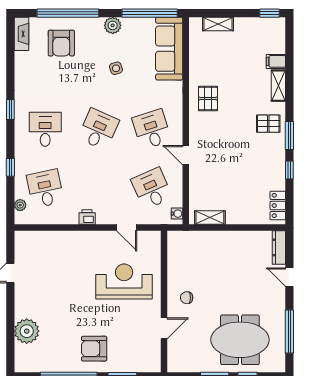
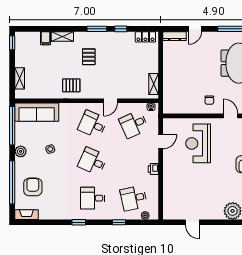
armchair: (61, 43) -> (33, 187), turned -90
pallet: (268, 124) -> (89, 57), moved
desk: (152, 129) -> (93, 124), turned 42

